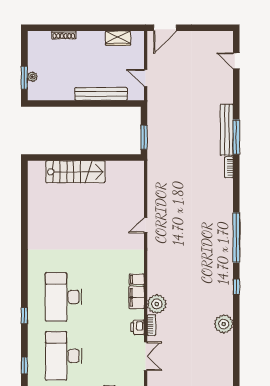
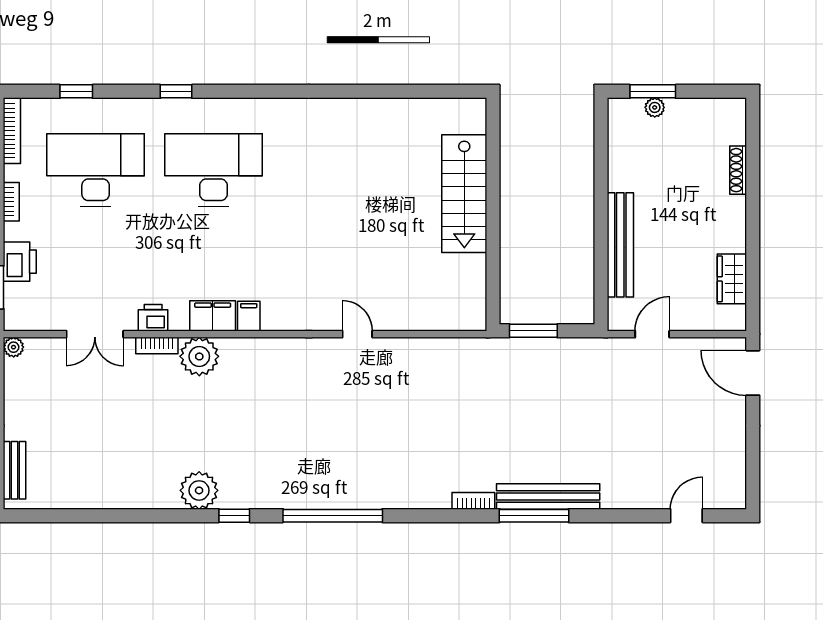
plant: (224, 324) -> (199, 490), moved

